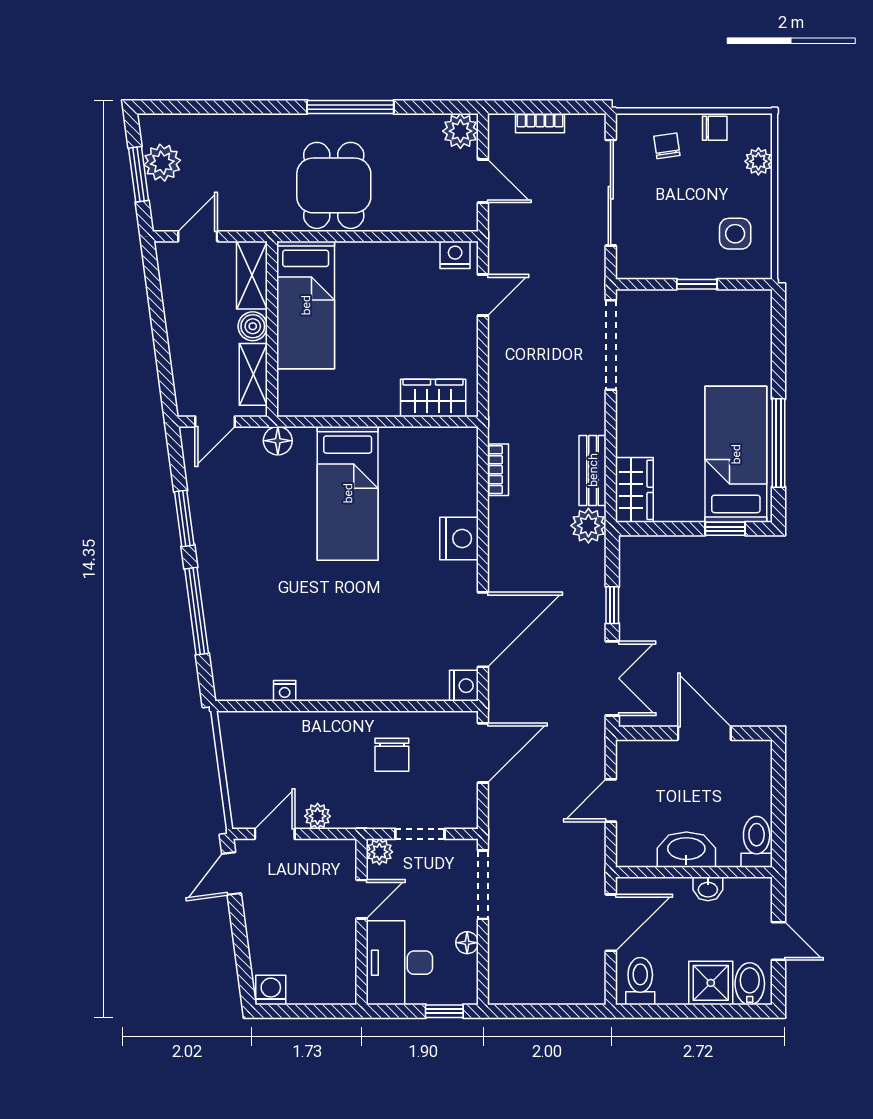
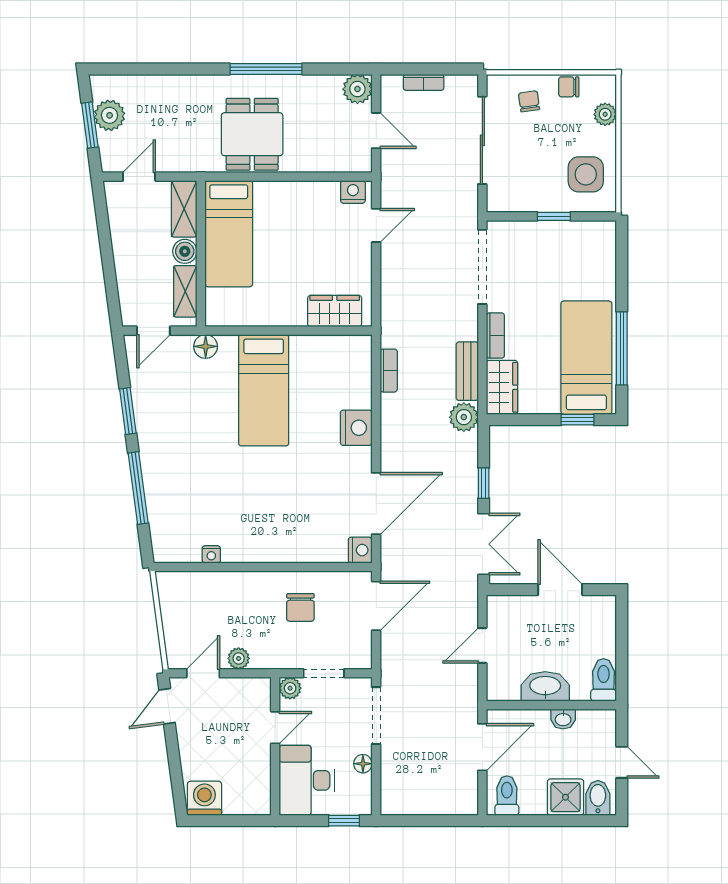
chair: (715, 128) -> (569, 87), turned 180
side table: (735, 234) -> (586, 174), width x1.37, depth x1.37
bookcase: (626, 428) -> (495, 336), added
washing machine: (271, 990) -> (204, 798), width x1.38, depth x1.38

